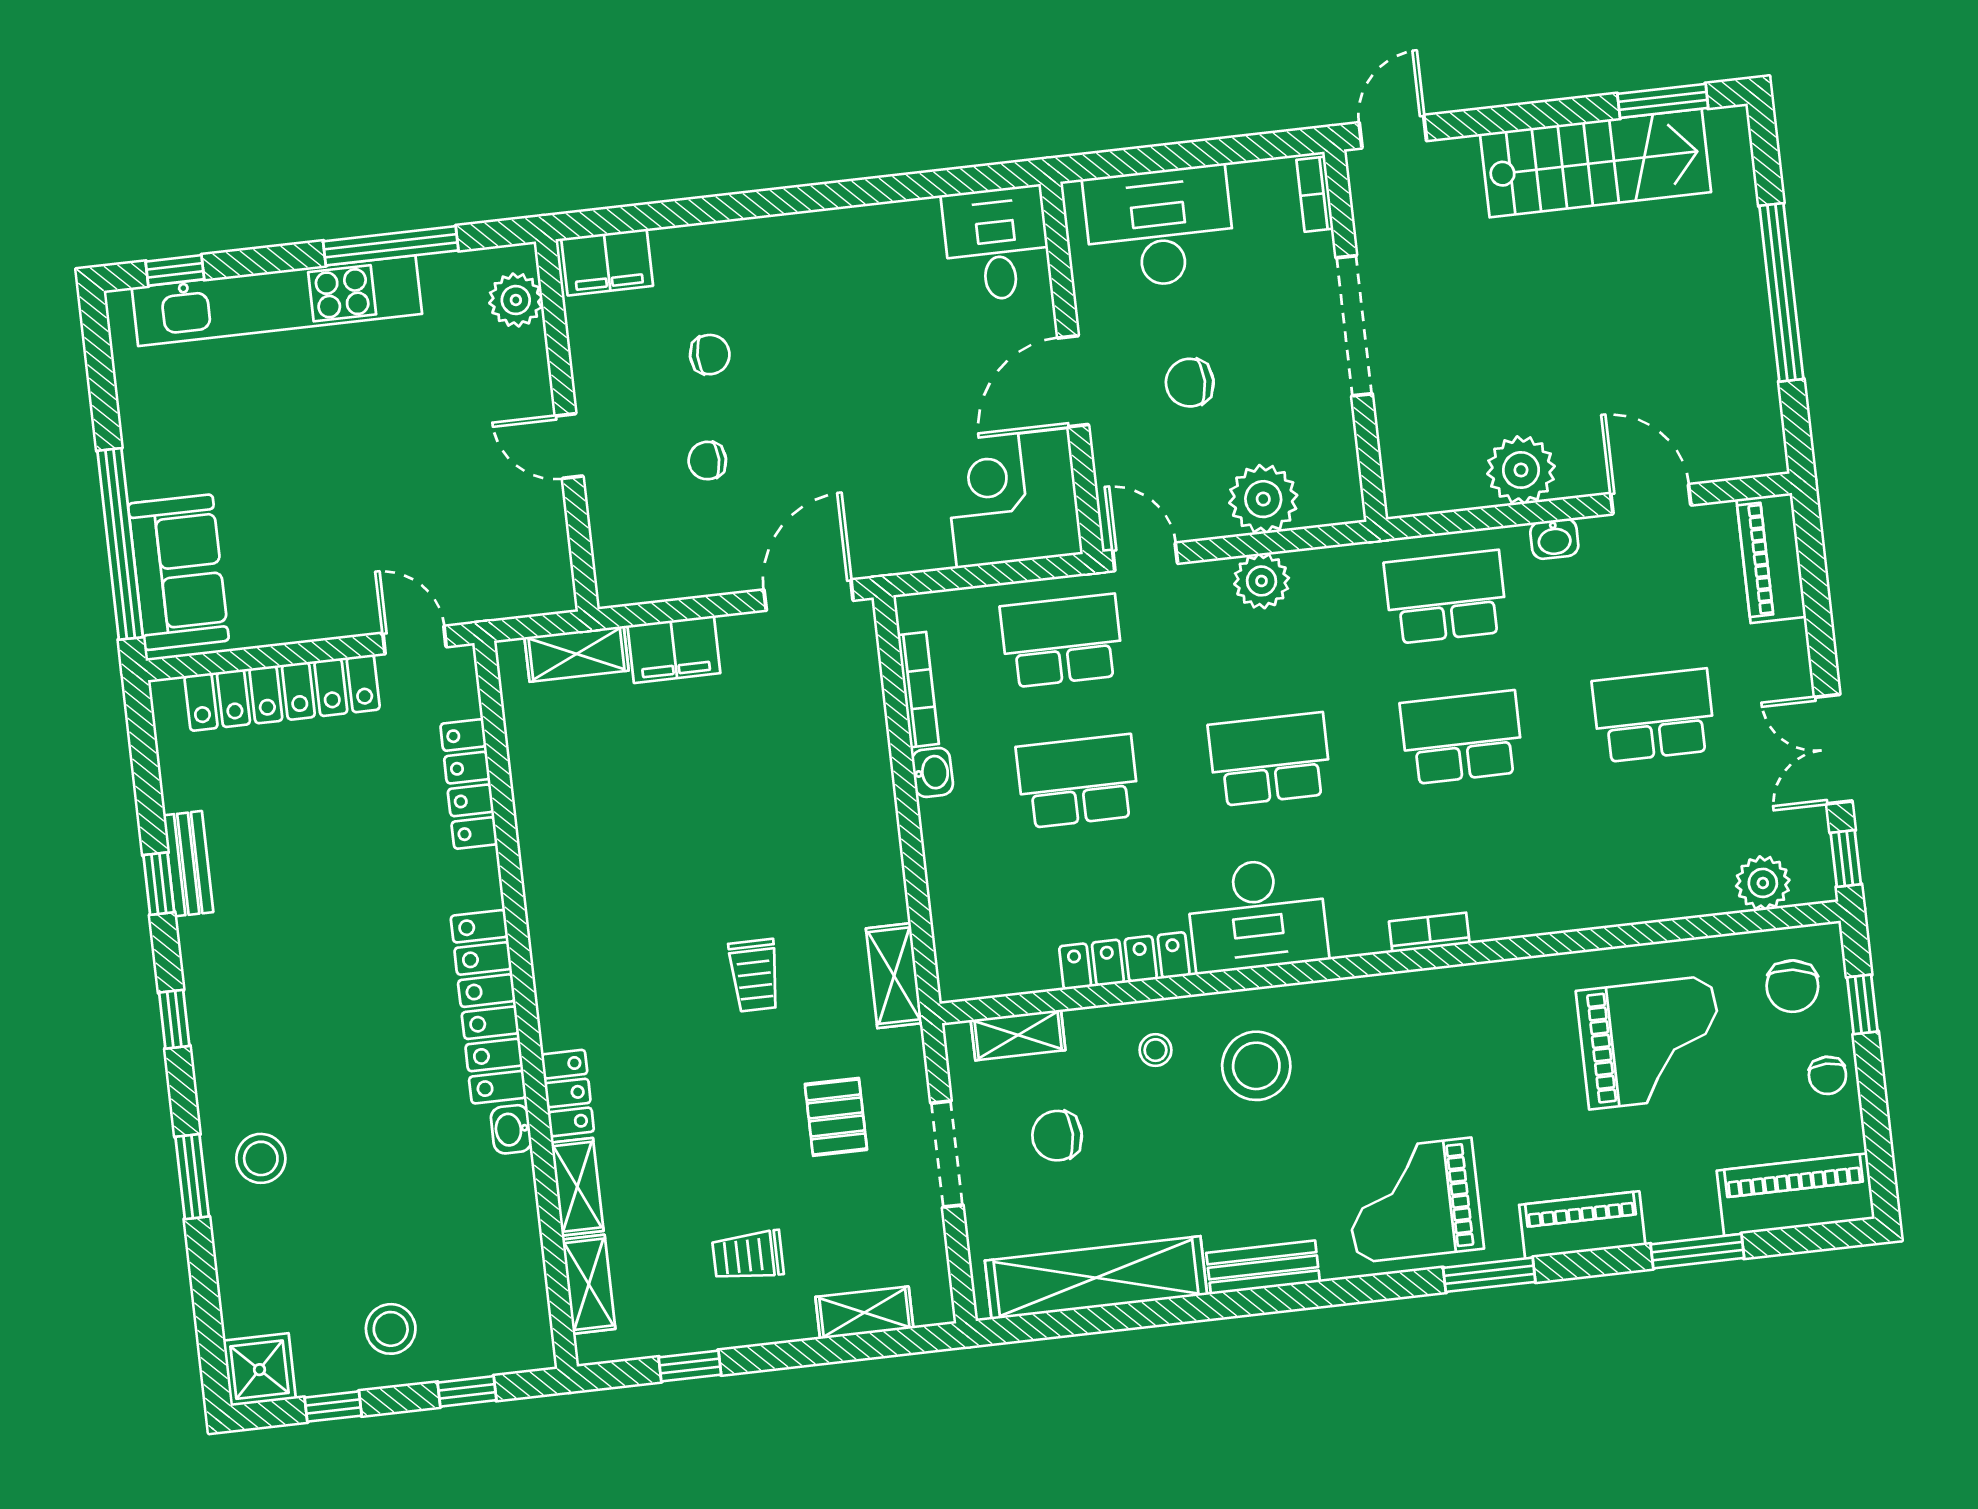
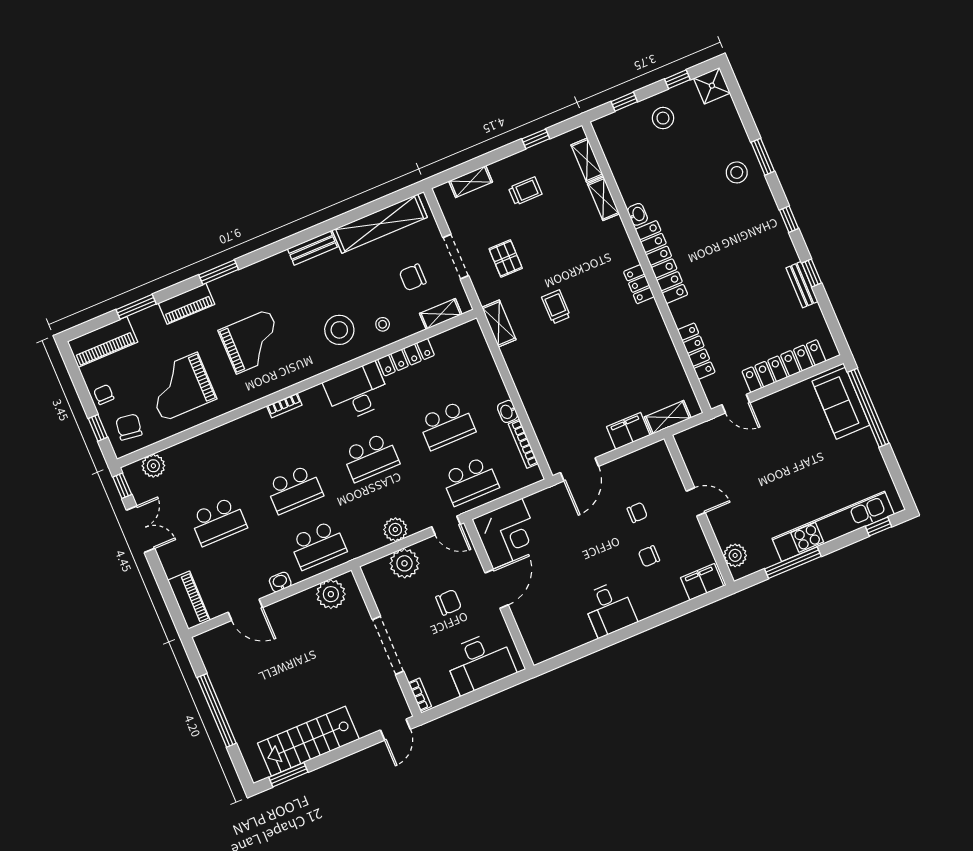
desk: (997, 244) -> (609, 609), moved
plant: (1521, 470) -> (331, 594), moved
locker: (568, 1093) -> (639, 284), moved
chair: (1057, 1136) -> (413, 277), turned 180
grand piano: (1414, 1200) -> (252, 342), moved

